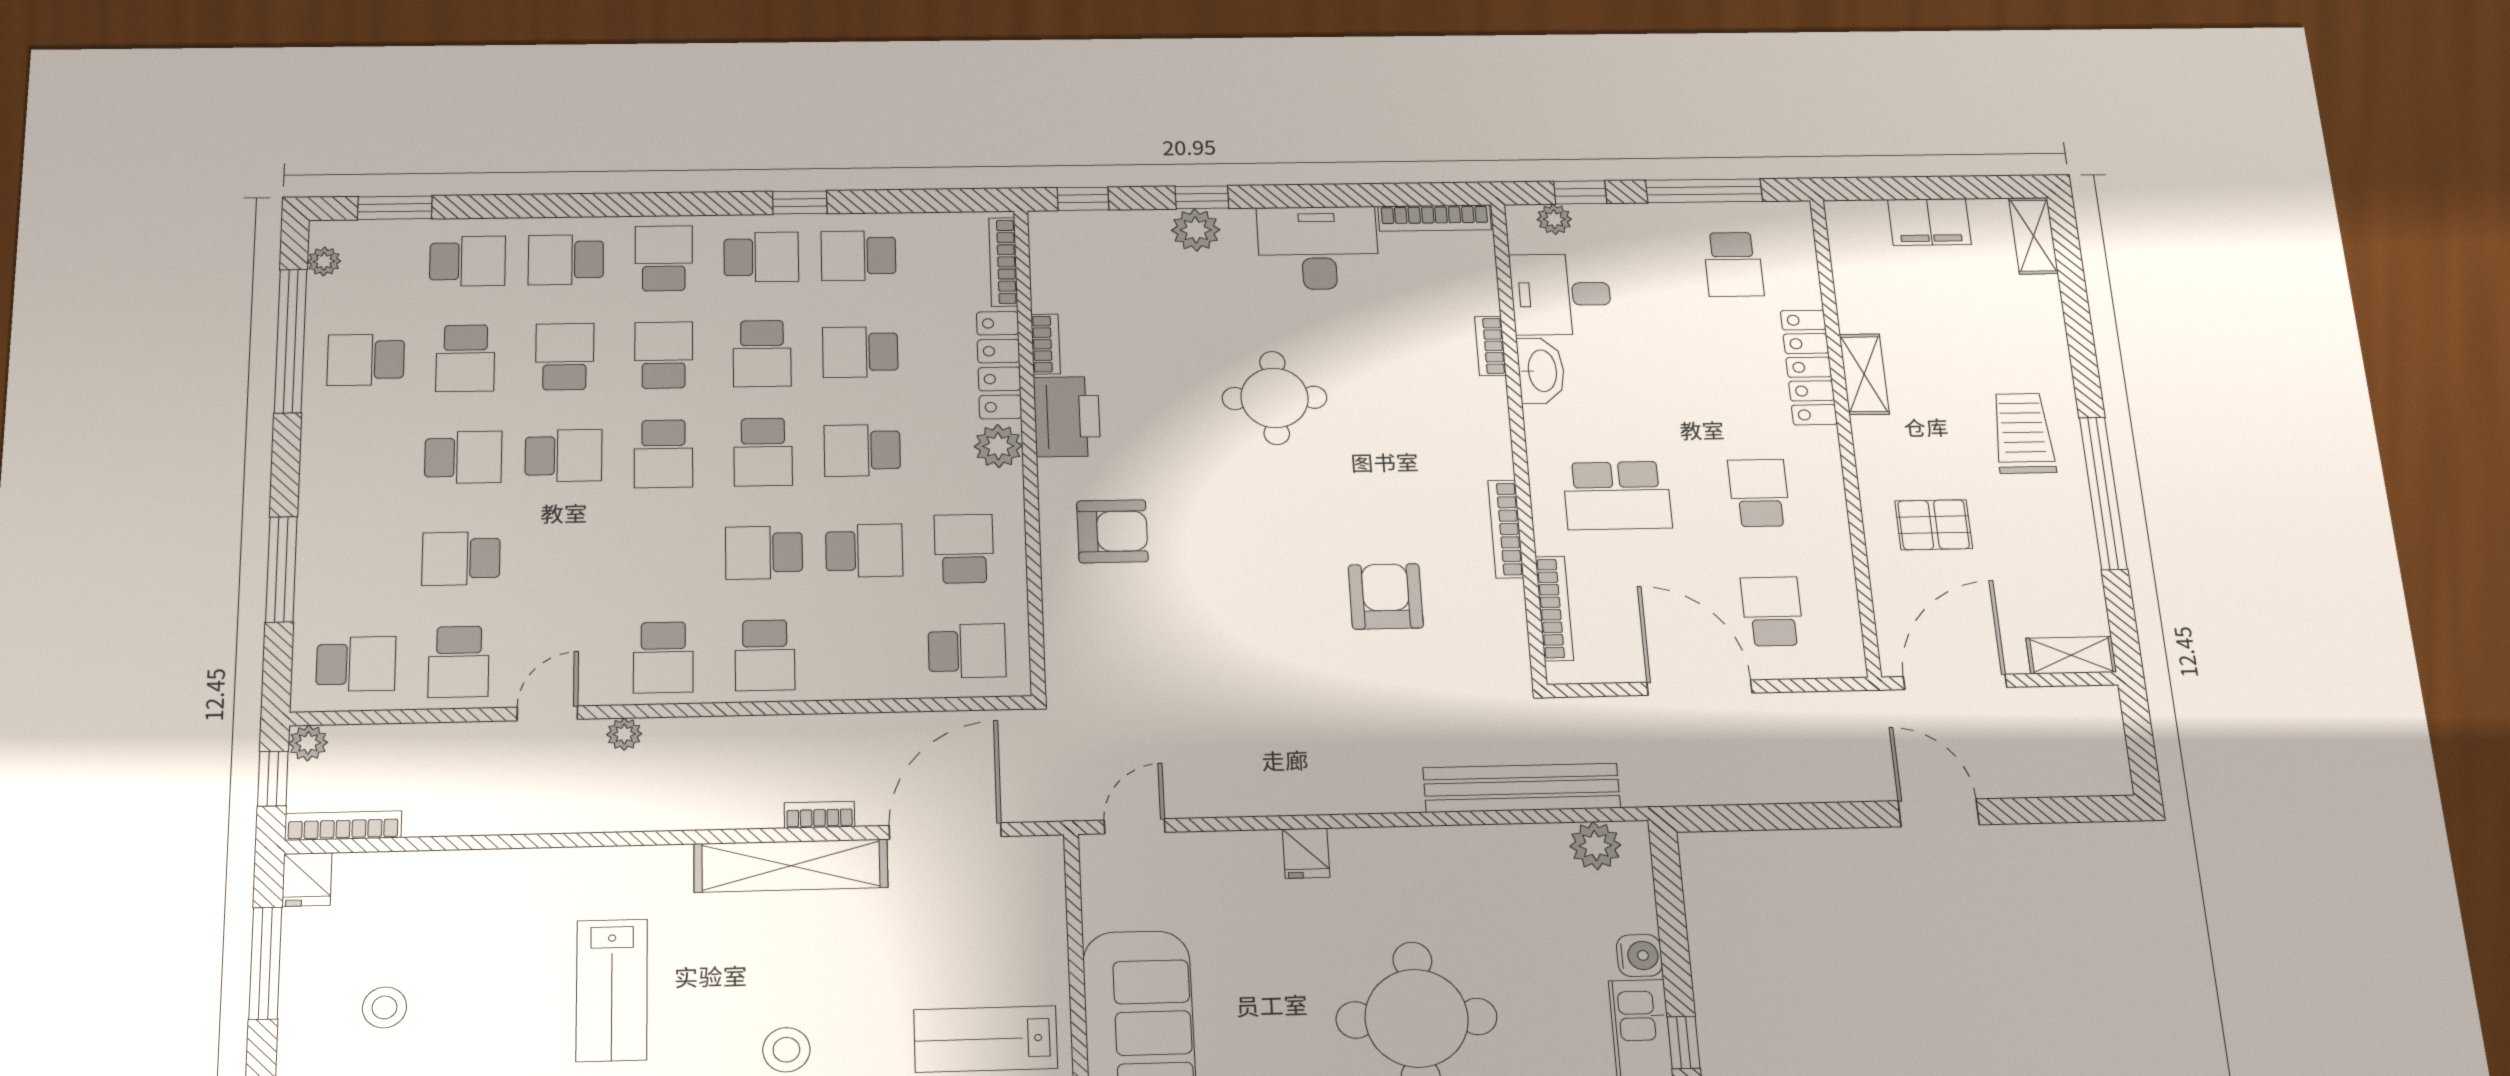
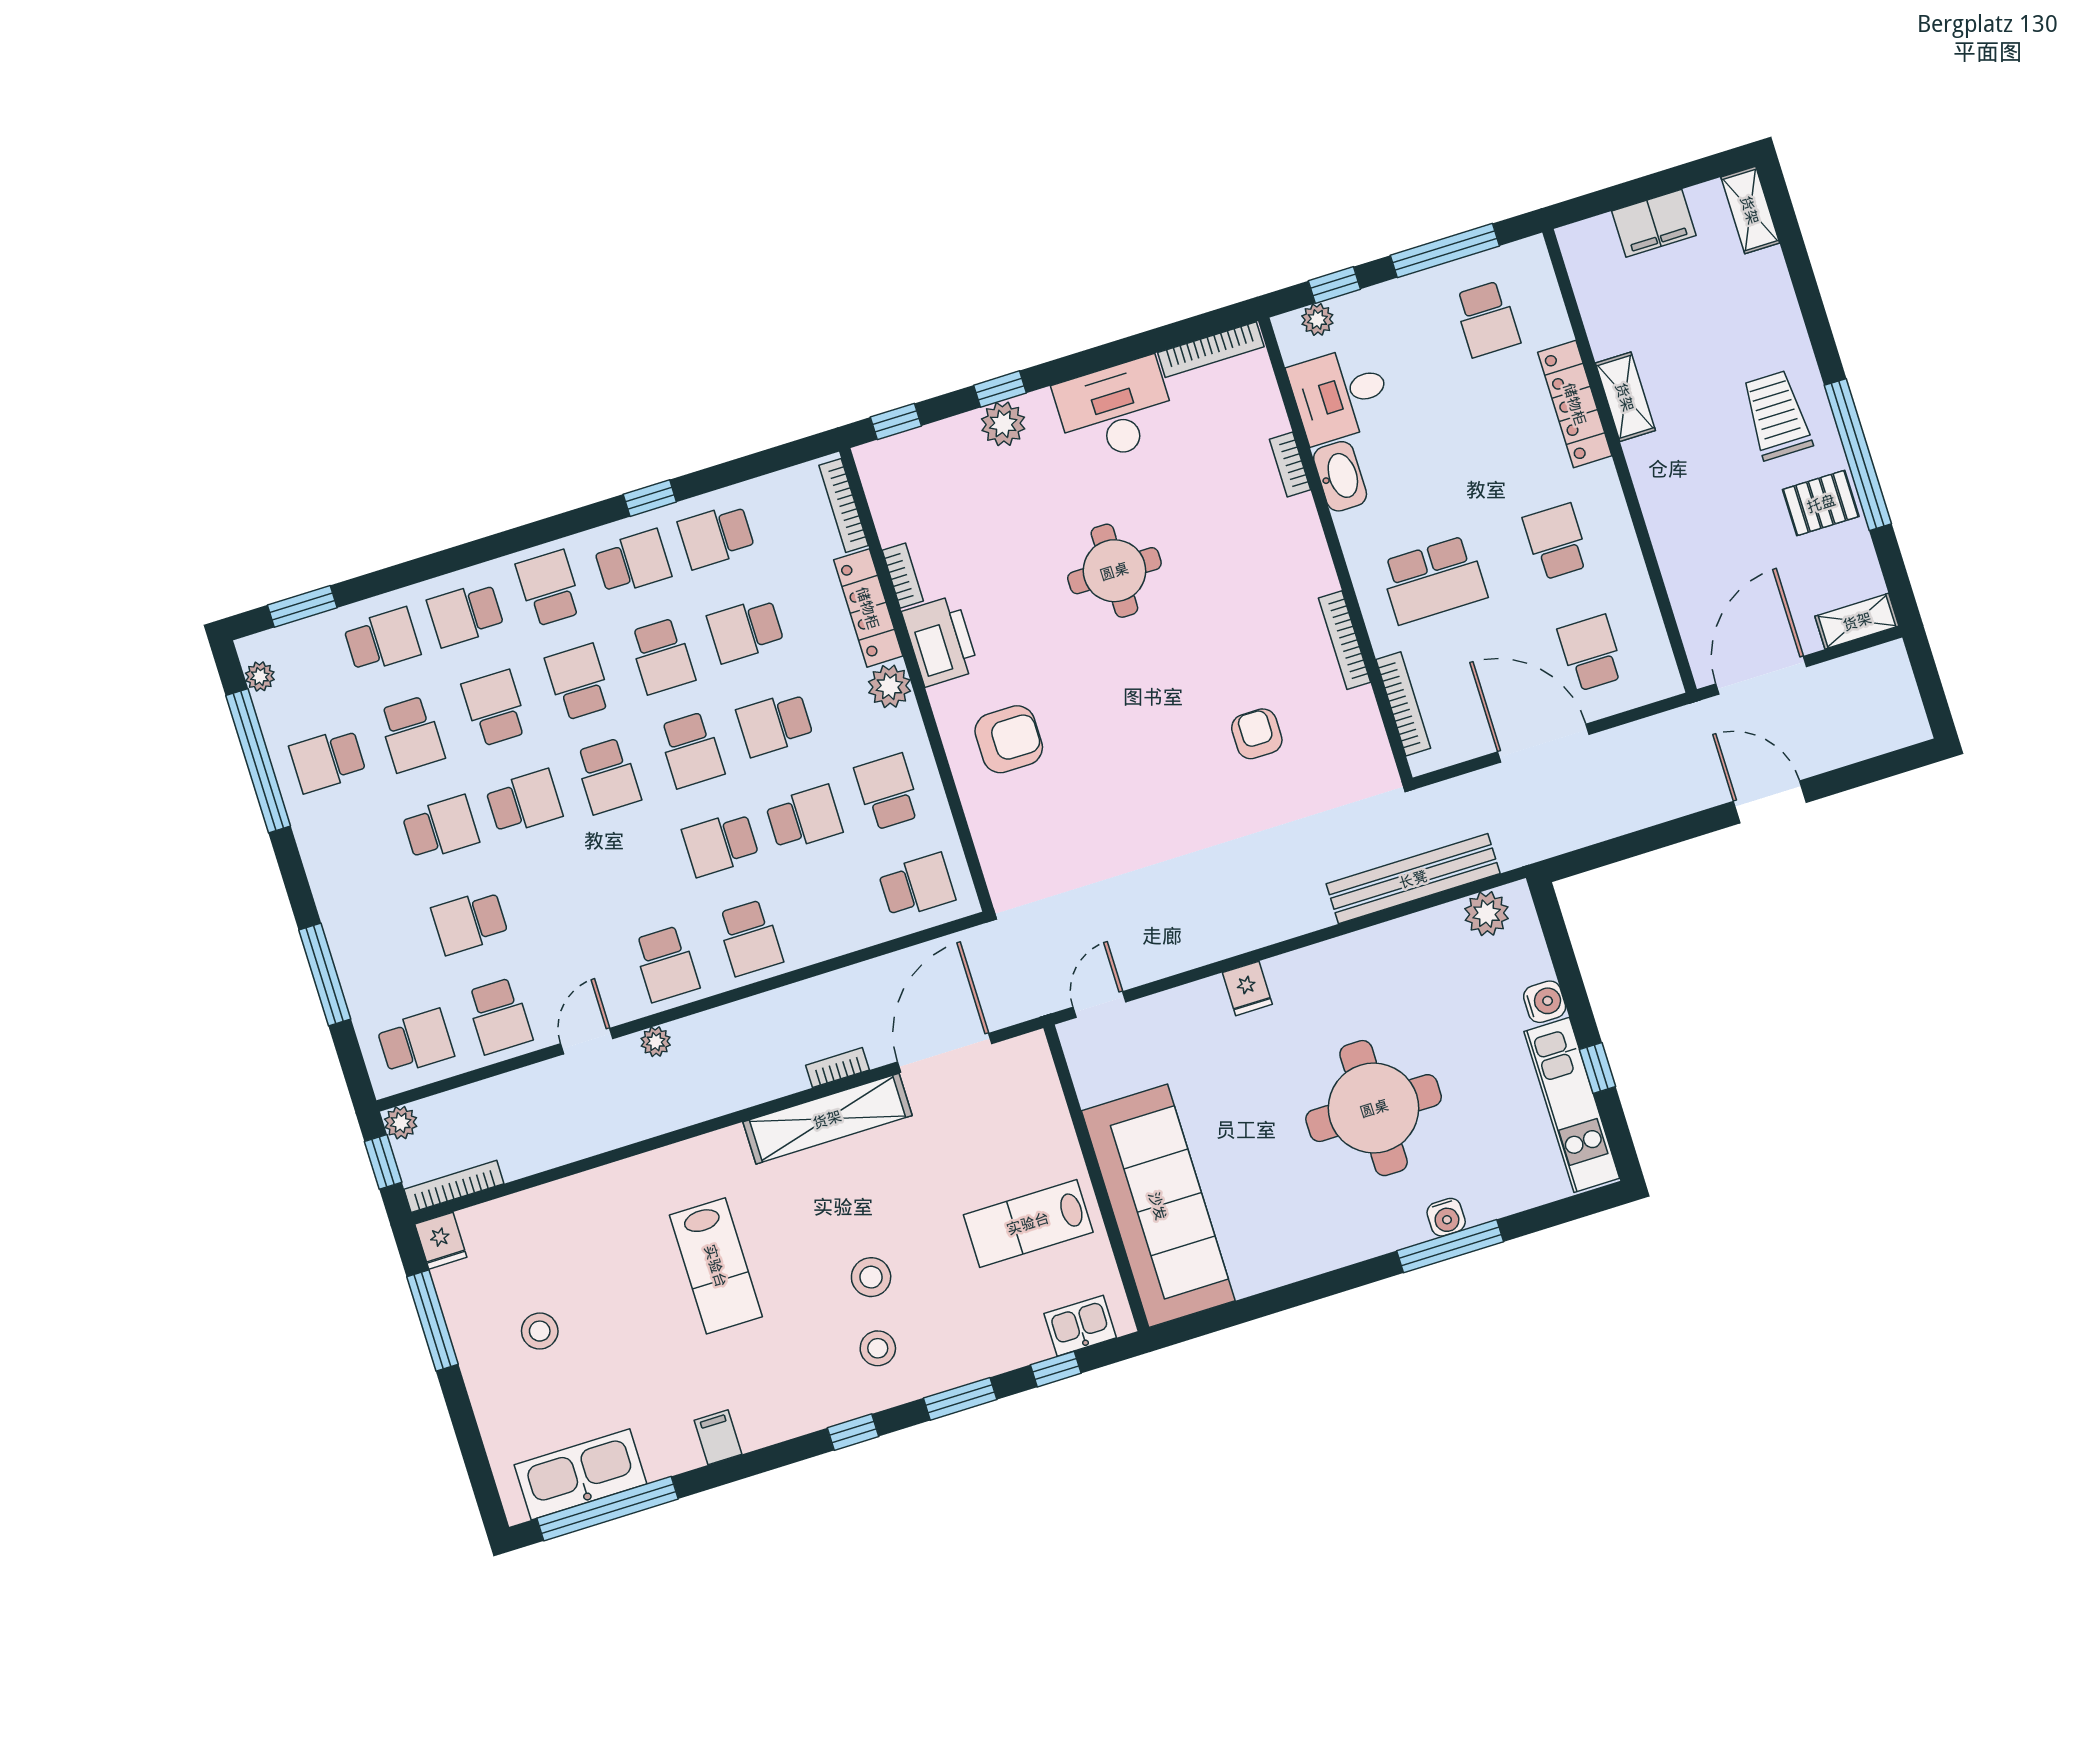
pallet: (1934, 525) -> (1821, 503), moved
armchair: (1386, 596) -> (1257, 734), width x0.72, depth x0.72

